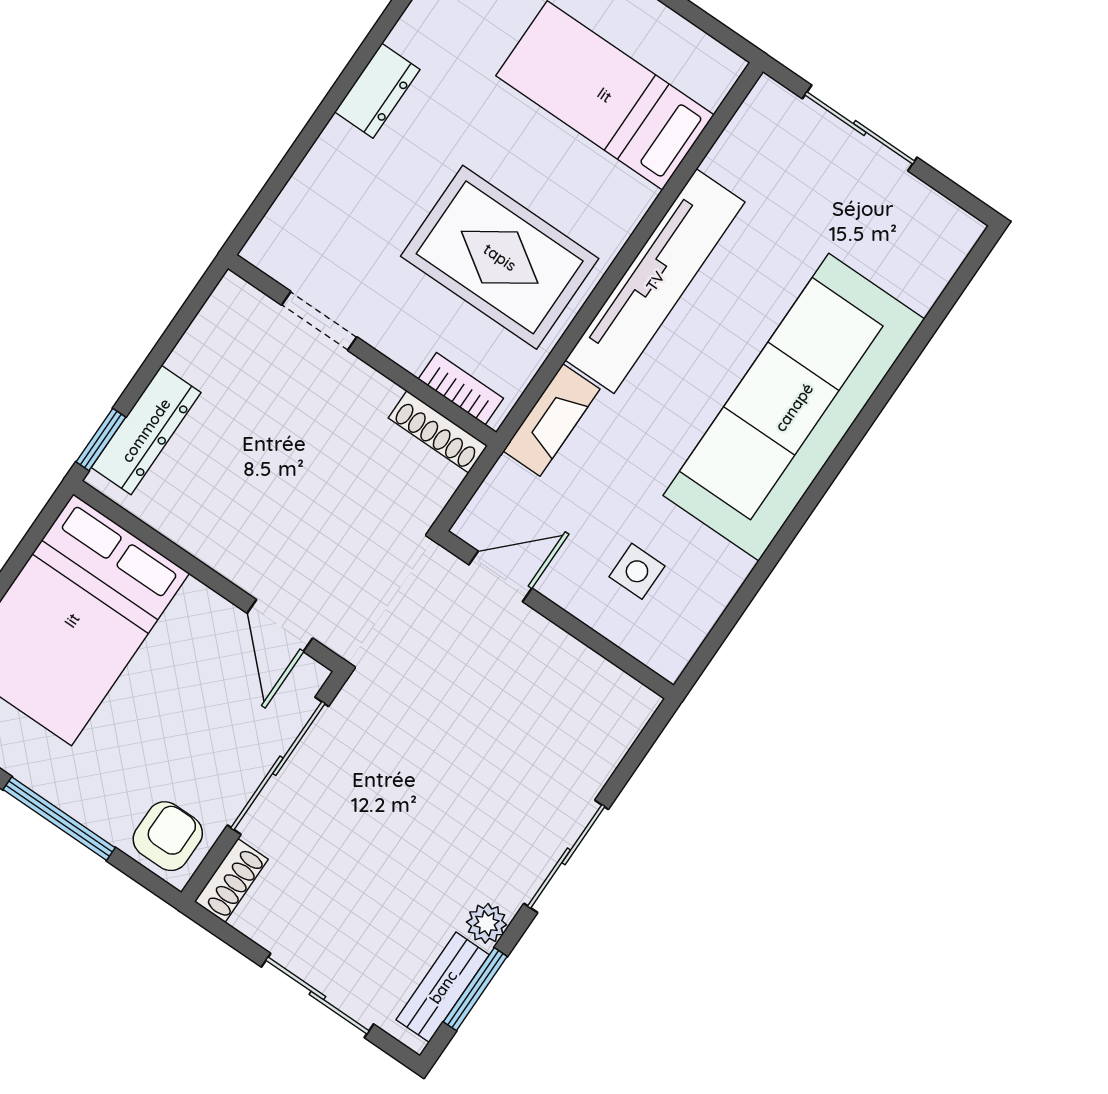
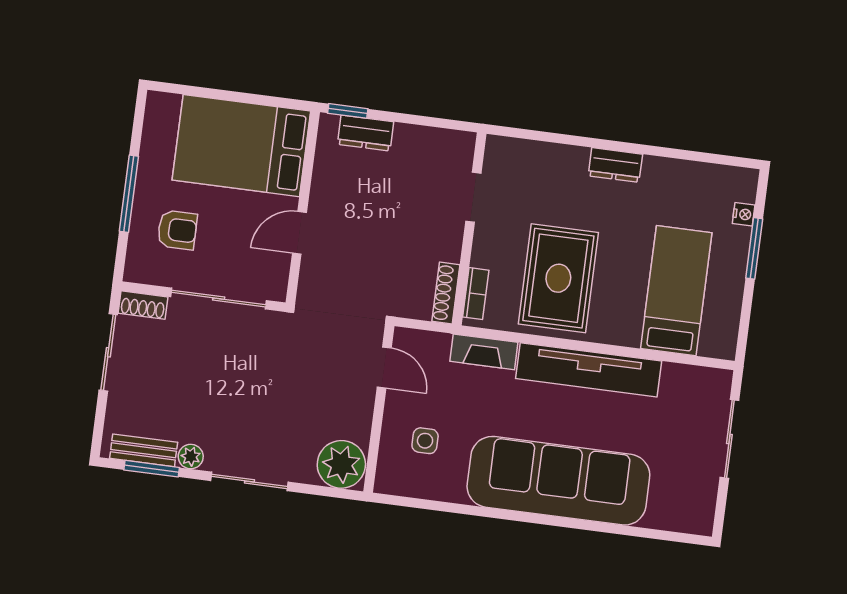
dresser: (146, 430) -> (366, 133), width x0.70
door: (280, 626) -> (299, 233), moved
plant: (609, 710) -> (341, 464), added
armchair: (168, 836) -> (177, 230), moved
sliding door: (317, 995) -> (108, 352), moved

